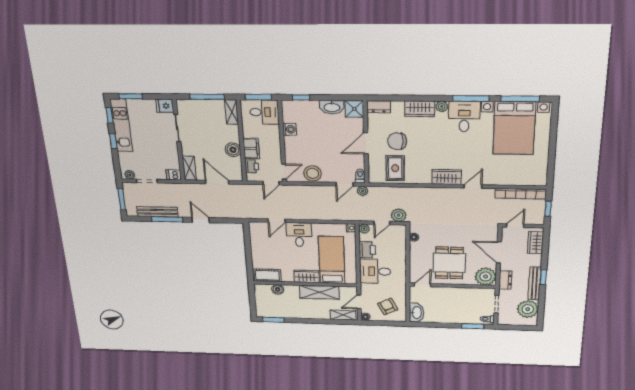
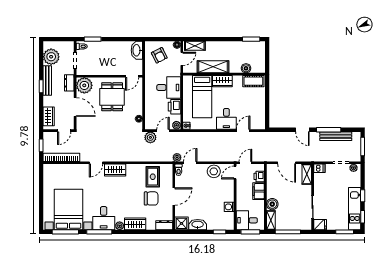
boiler: (233, 150) -> (272, 204), moved

